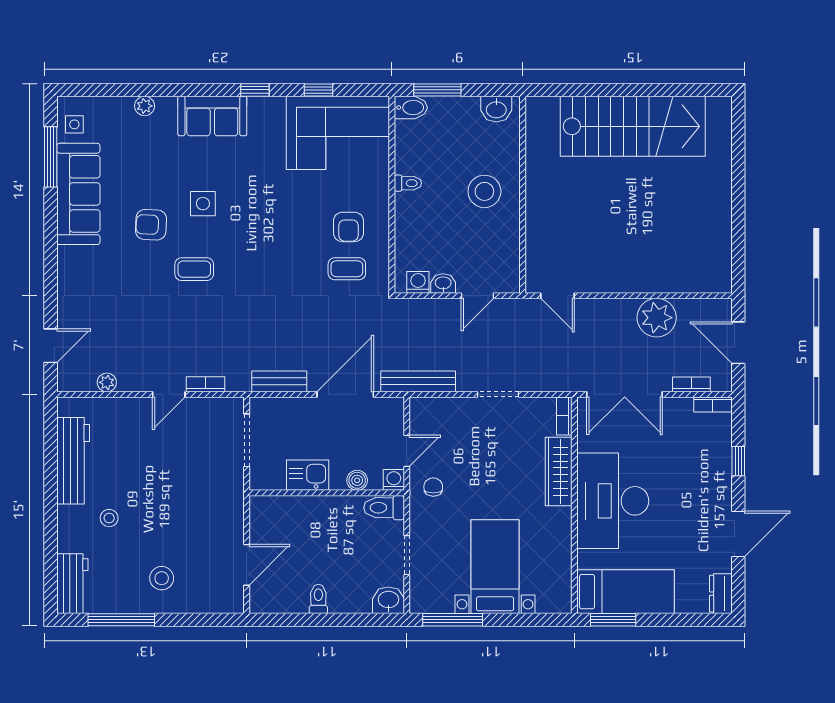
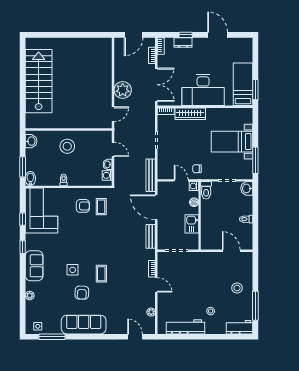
sofa: (78, 194) -> (84, 325), moved
plant: (657, 318) -> (123, 90), moved
dresser: (721, 594) -> (183, 42), moved

